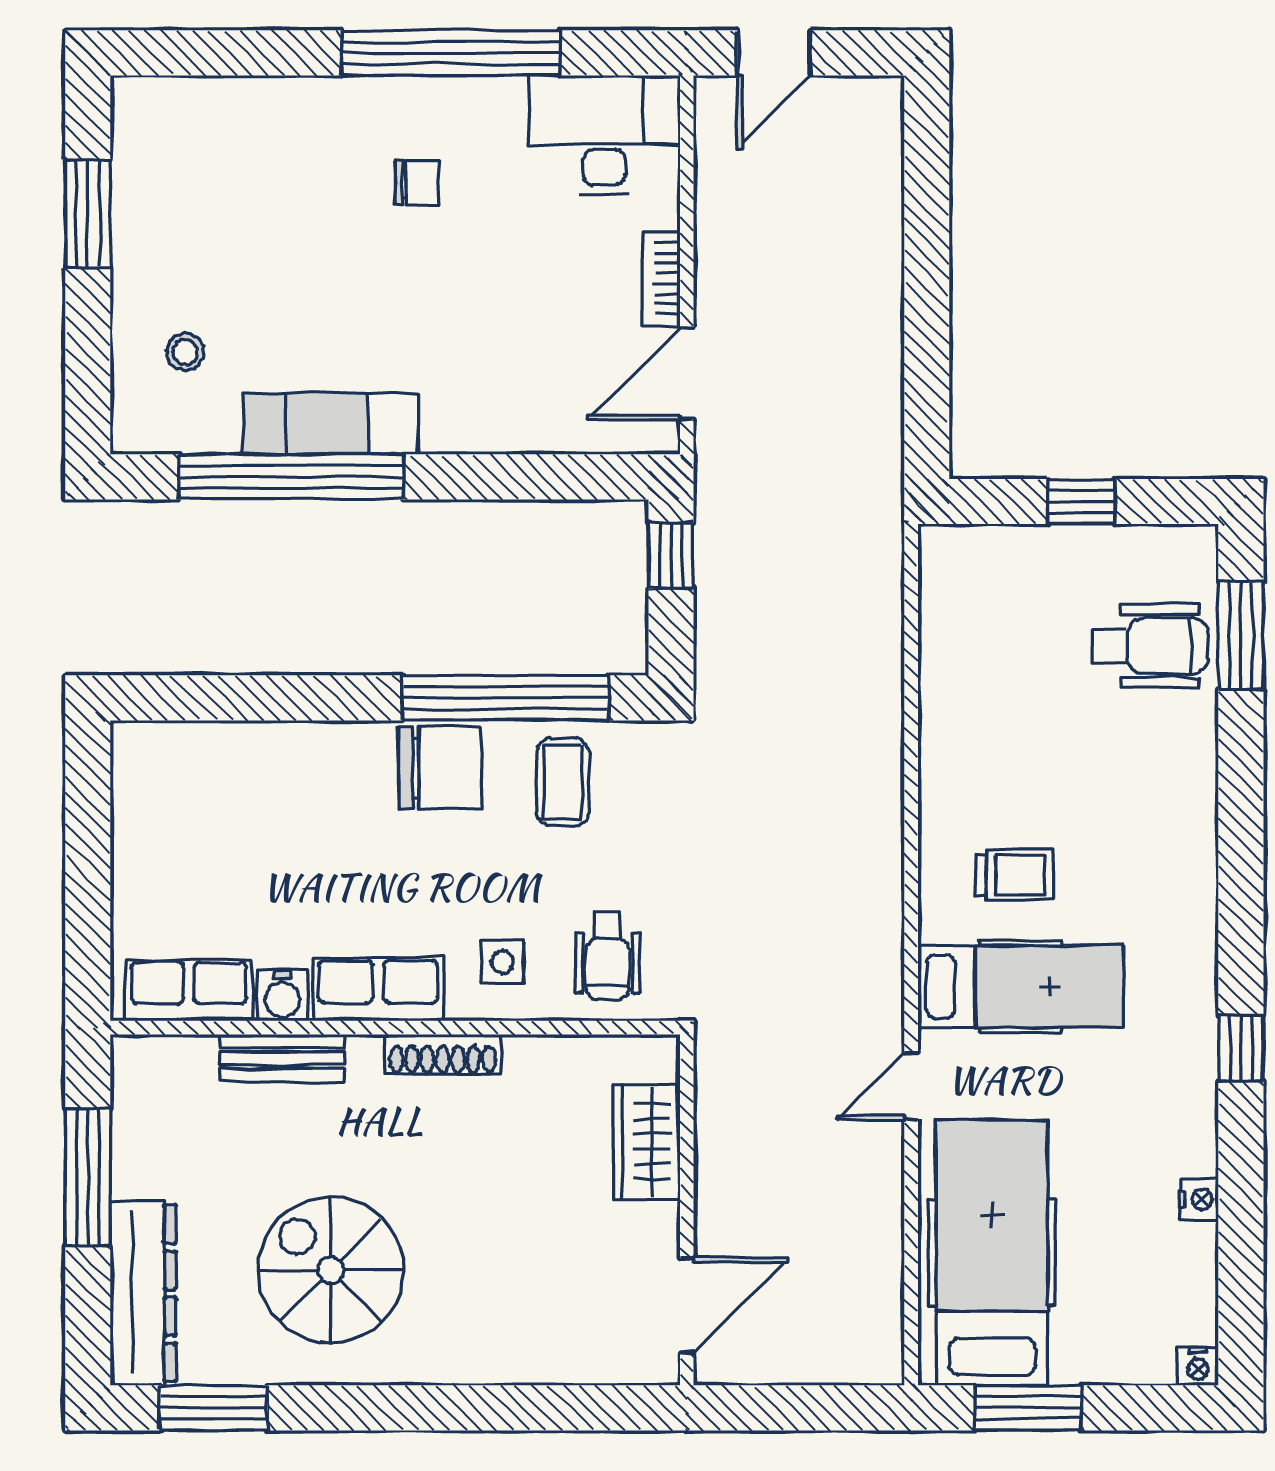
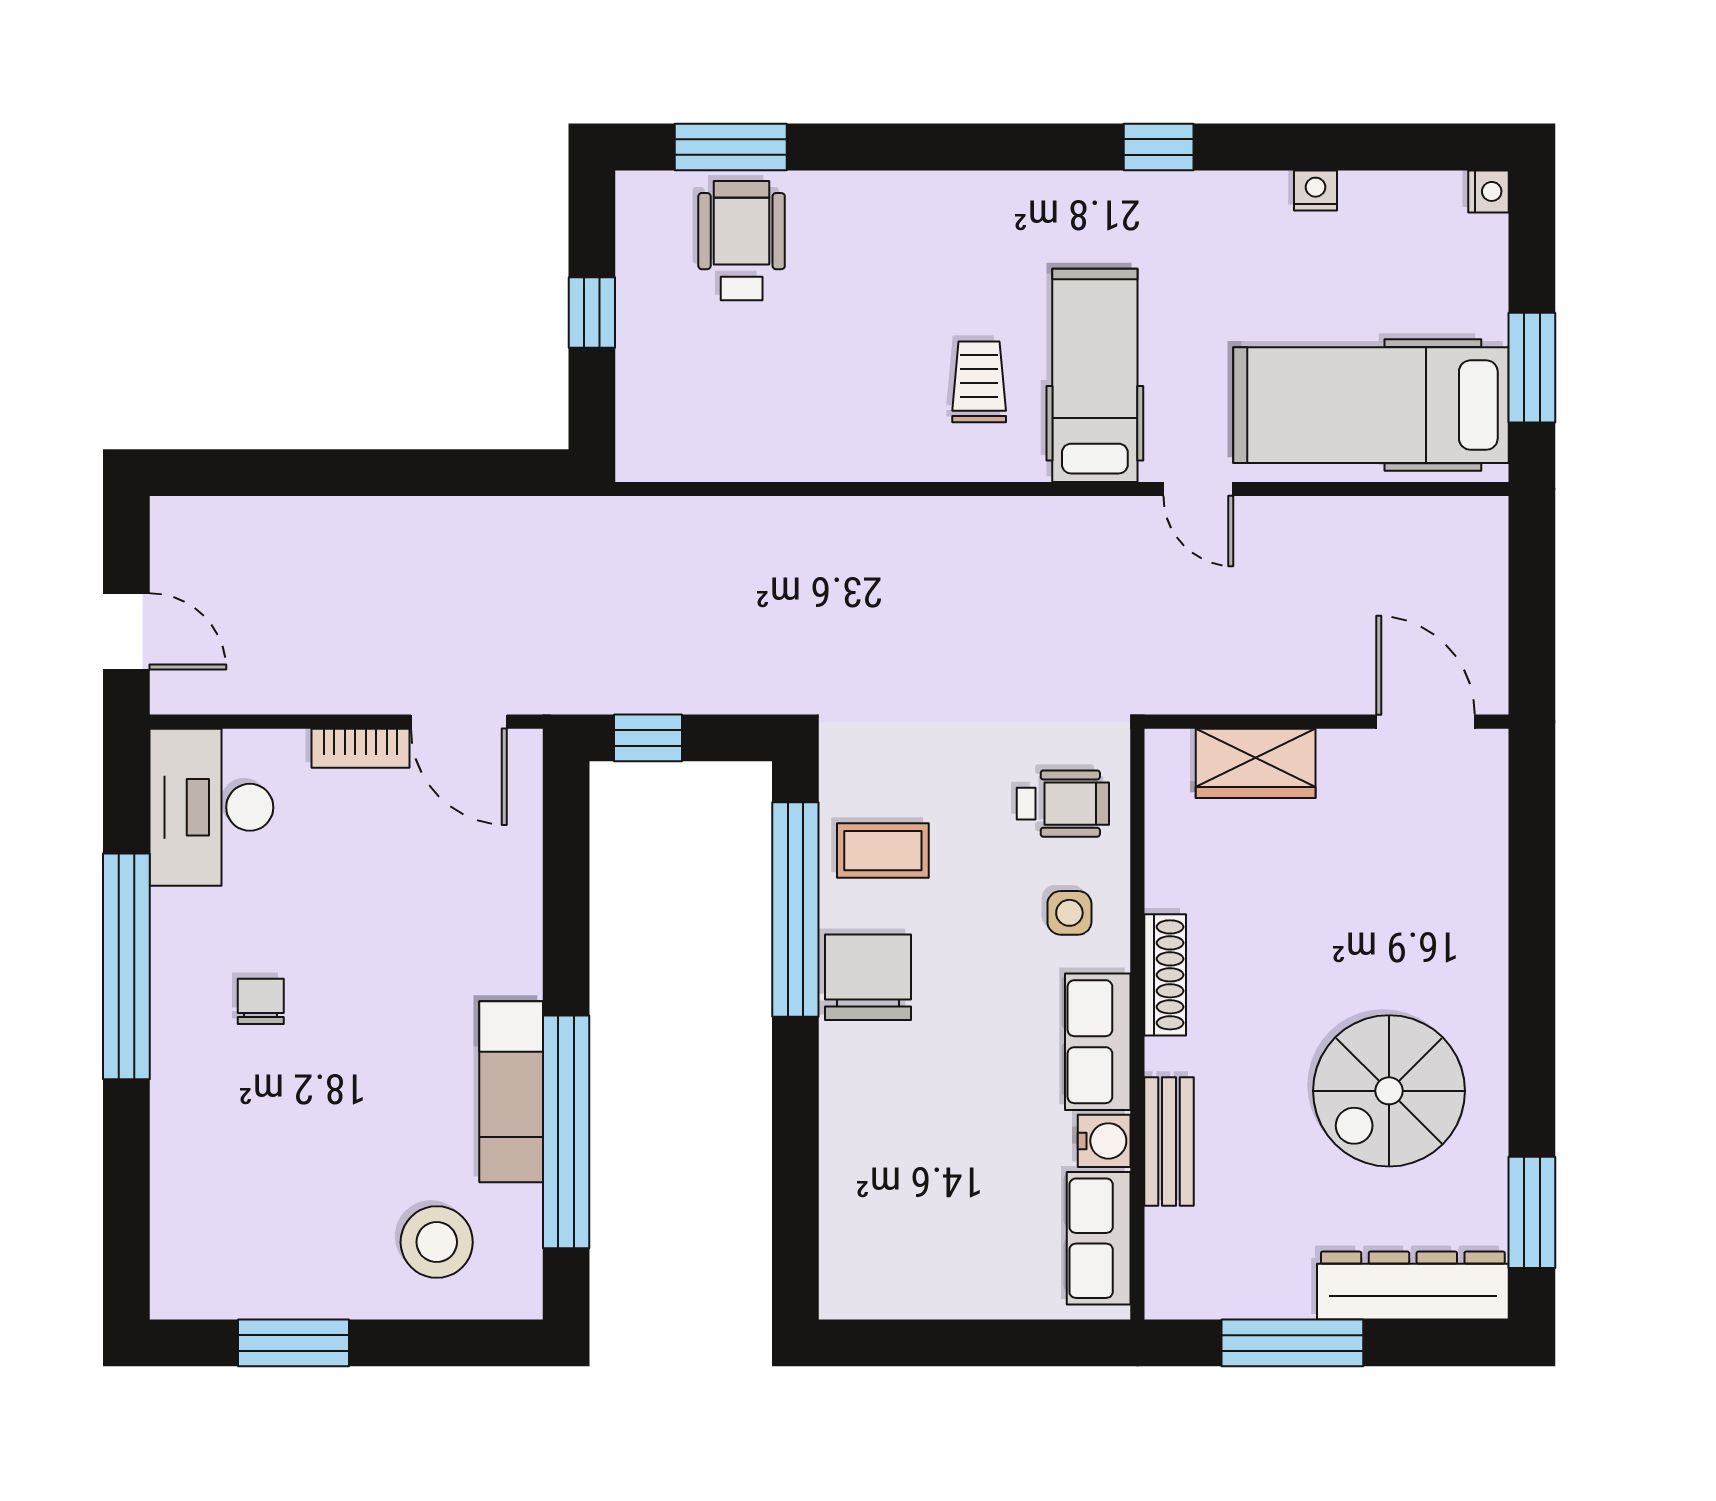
stool: (185, 352) -> (437, 1242), width x1.89, depth x1.89

